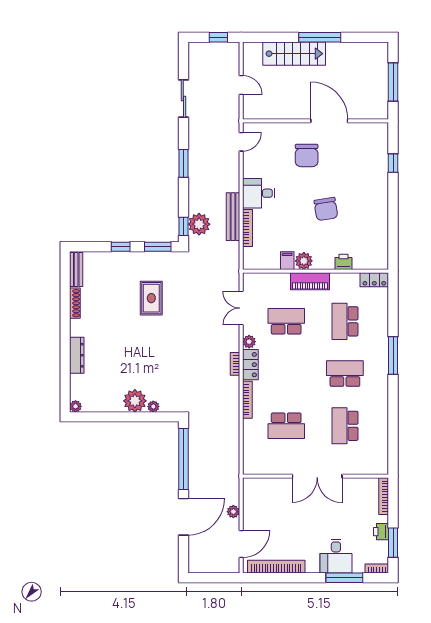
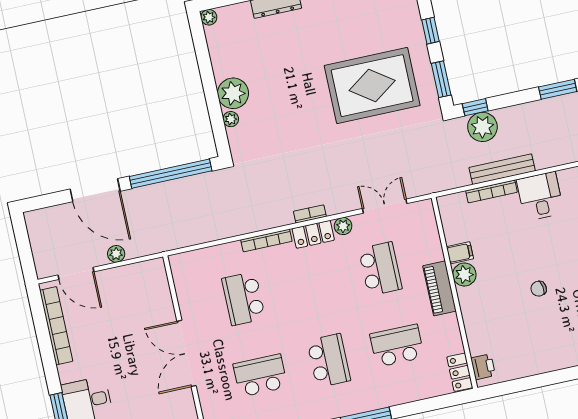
chair: (326, 209) -> (539, 289), width x0.54, depth x0.54
printer: (344, 262) -> (483, 367), moved
rug: (151, 298) -> (372, 86), width x1.86, depth x2.06

